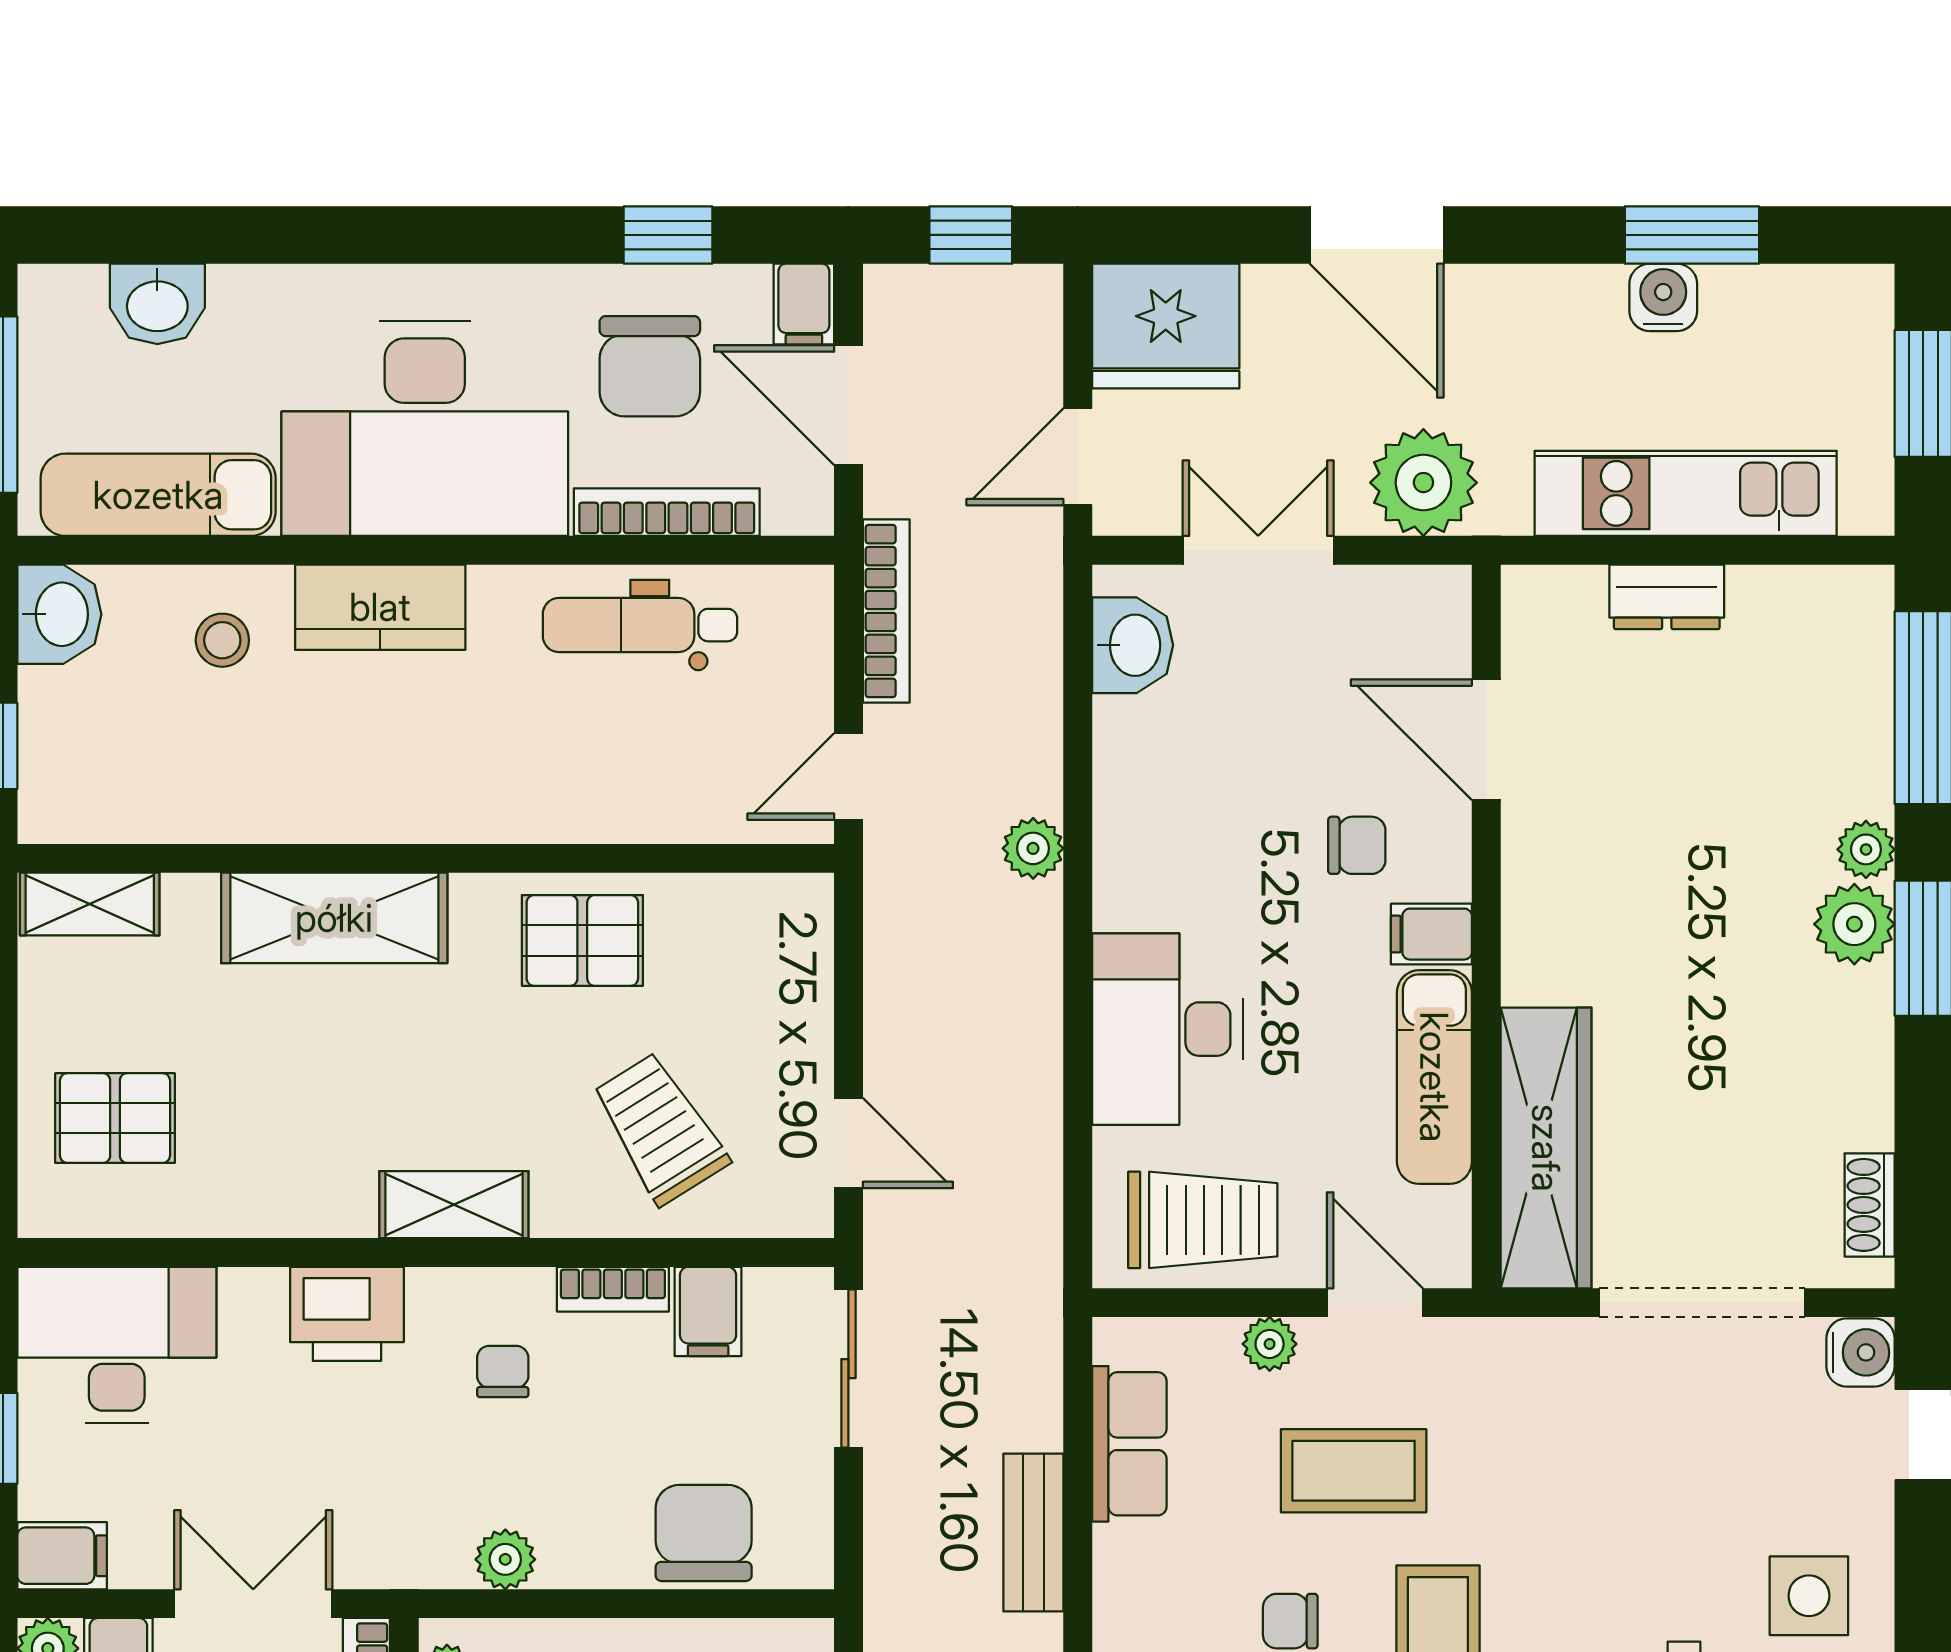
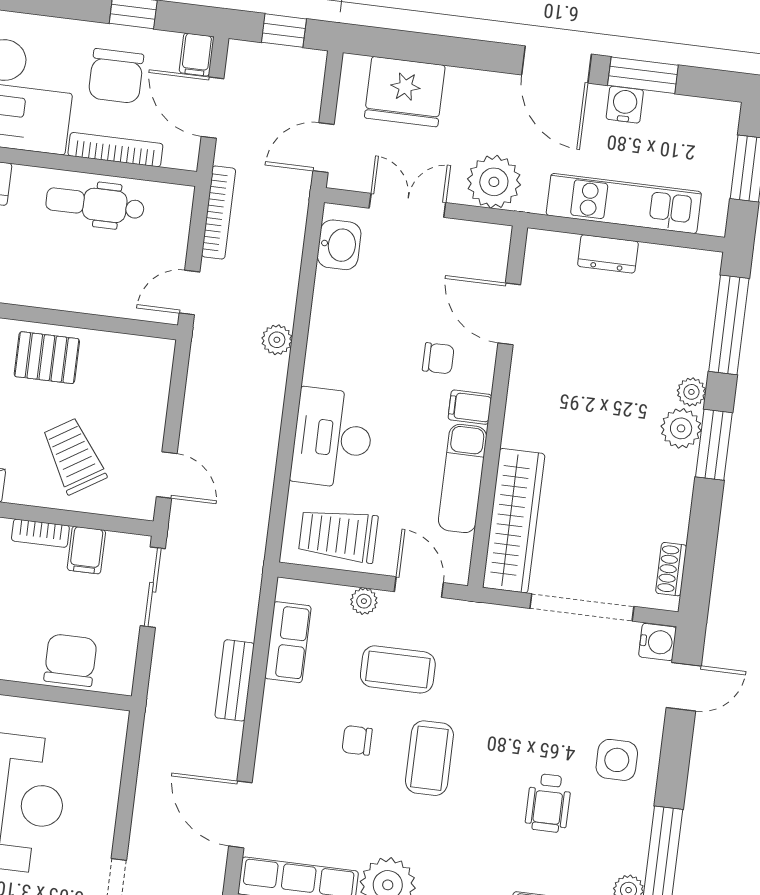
door: (1377, 235) -> (556, 65), moved
fridge: (1166, 326) -> (405, 92), moved
trolley: (1203, 1220) -> (338, 535), turned 180

